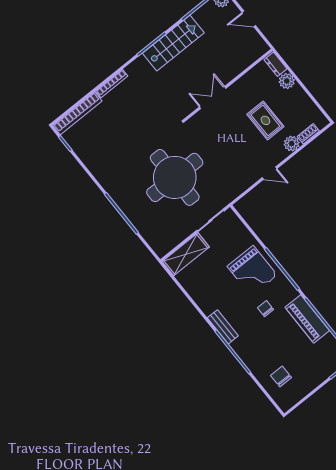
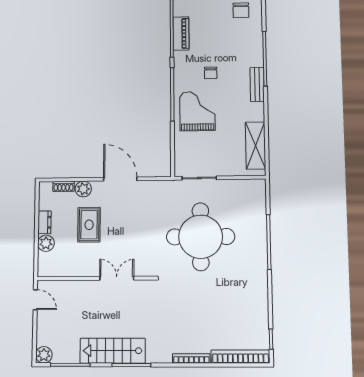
door: (249, 19) -> (35, 300), moved
dresser: (276, 64) -> (45, 222), moved
double door: (213, 98) -> (117, 278), swing flipped
door: (270, 173) -> (120, 179), width x1.88
shelving: (186, 254) -> (255, 146), moved, turned 90
piano: (307, 319) -> (181, 34), width x0.73, depth x0.75

